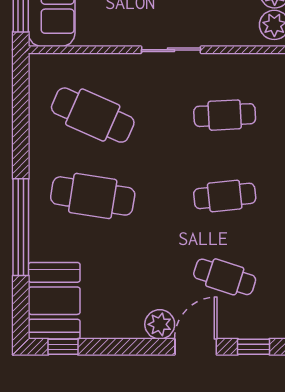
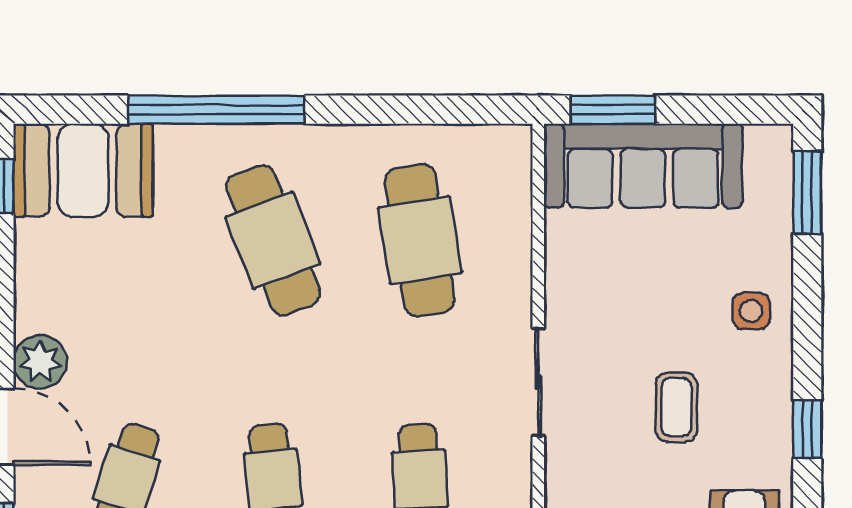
cafe table: (93, 115) -> (420, 240), turned -33
cafe table: (93, 196) -> (273, 240), turned -30

